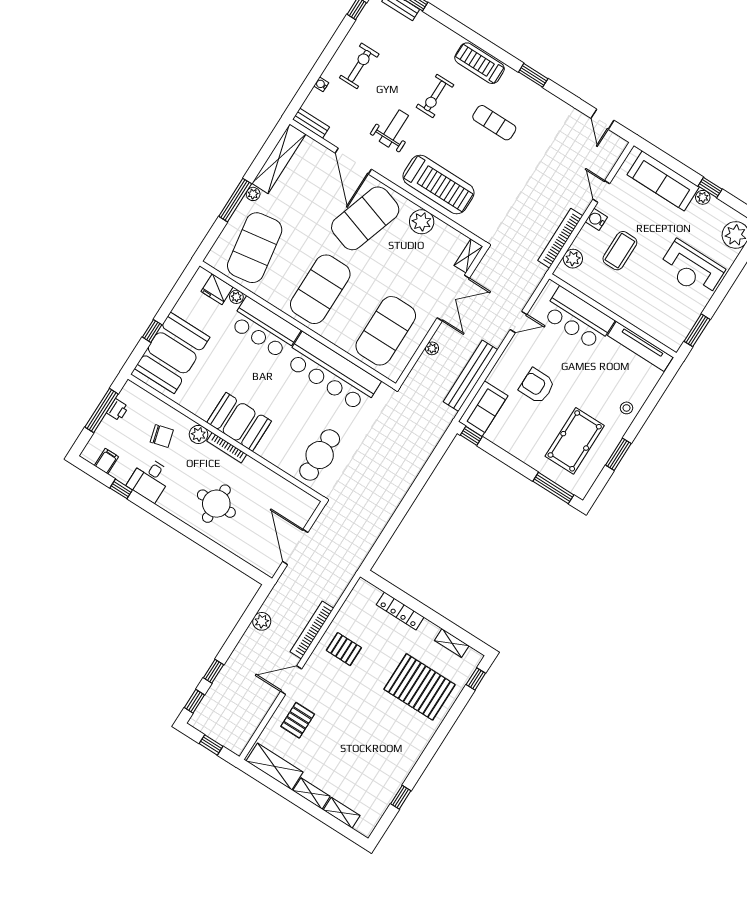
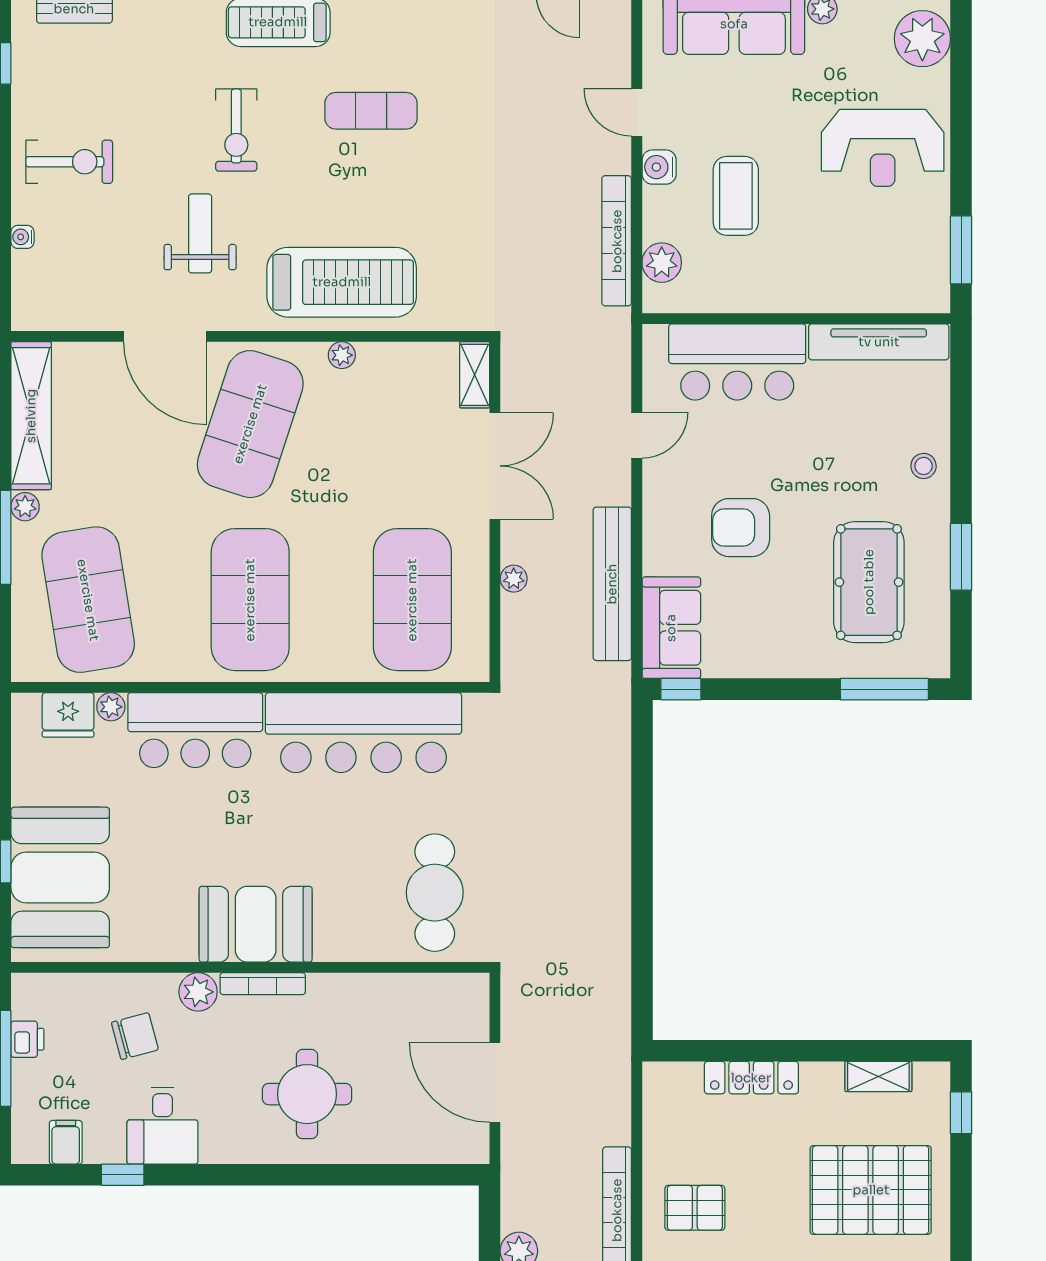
exercise bike: (359, 66) -> (69, 162), turned 90
bench: (311, 123) -> (48, 317), removed
plant: (422, 222) -> (342, 355), width x0.53, depth x0.53

